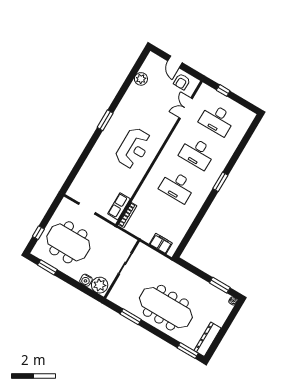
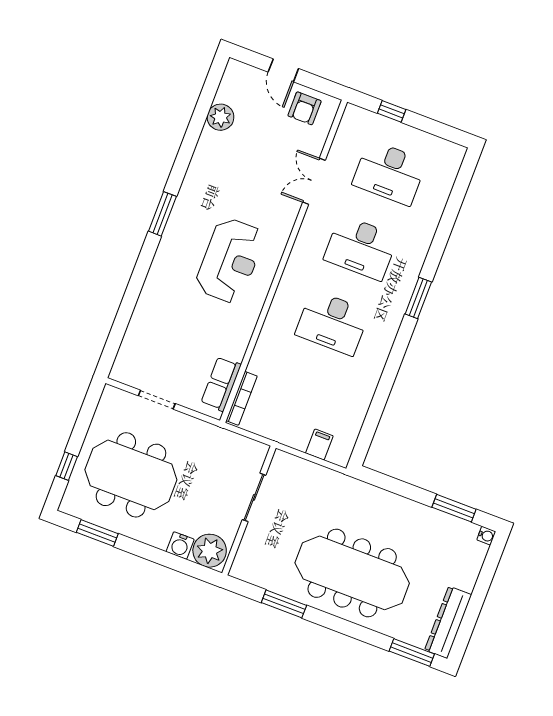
double door: (186, 108) -> (314, 181), moved
filing cabinet: (161, 244) -> (319, 444), width x0.50

